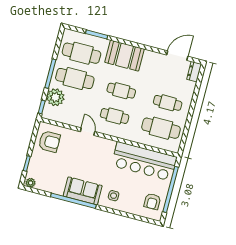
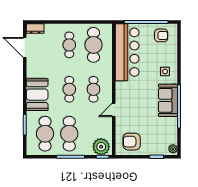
plant: (55, 97) -> (101, 147), moved
armchair: (49, 142) -> (132, 142), turned -90

